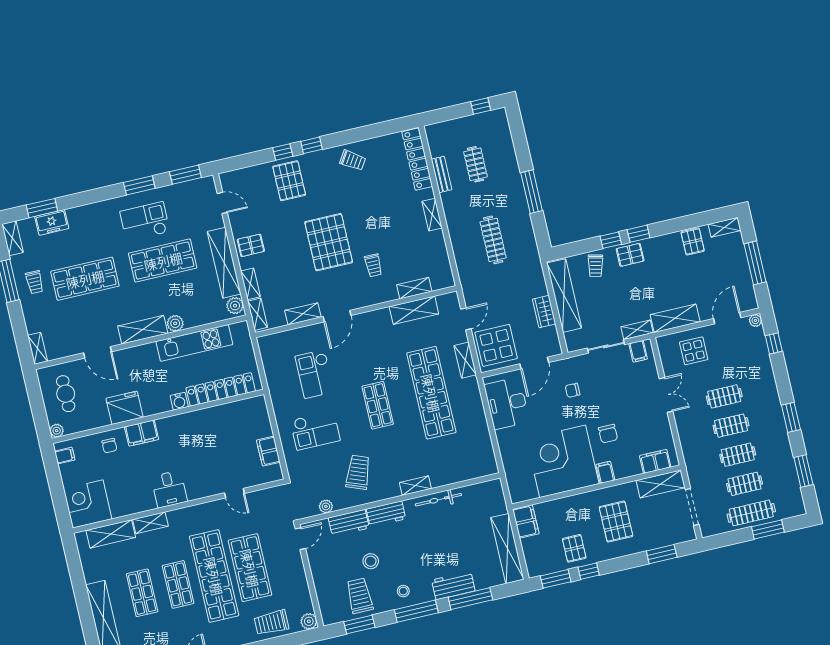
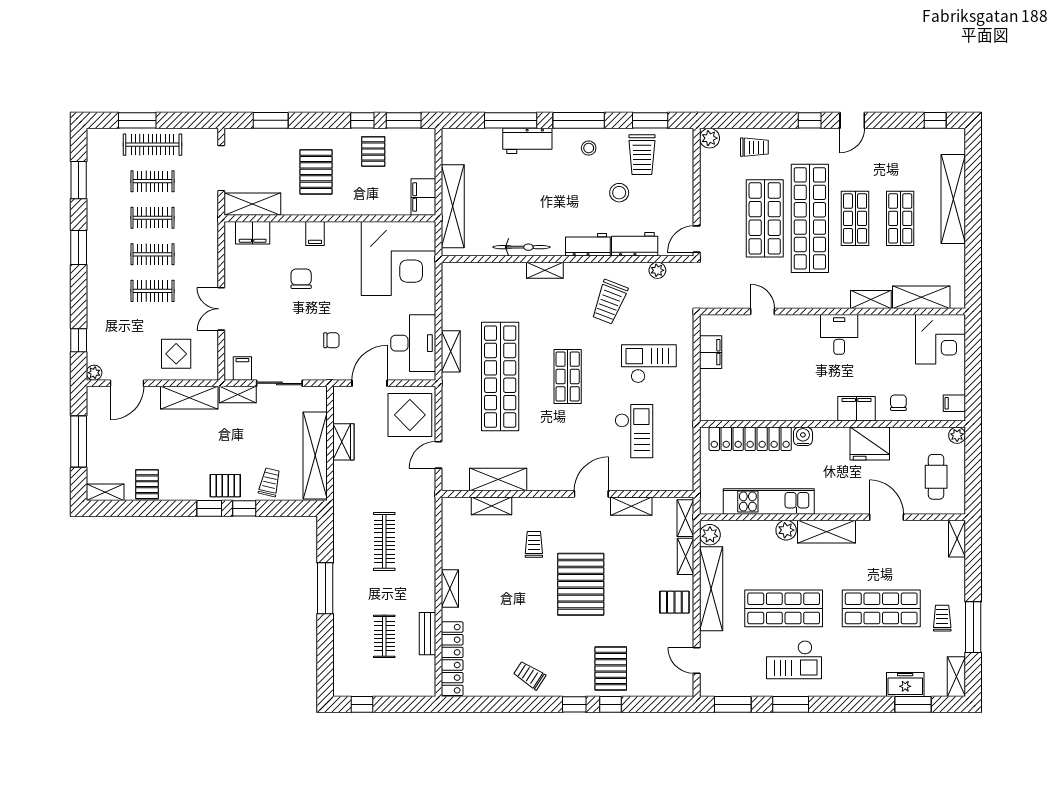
shelving: (465, 360) -> (451, 351), moved
corner desk: (563, 461) -> (399, 258), moved
shelving: (507, 549) -> (453, 206), moved
trolley: (271, 623) -> (754, 147), width x0.73, depth x0.72

